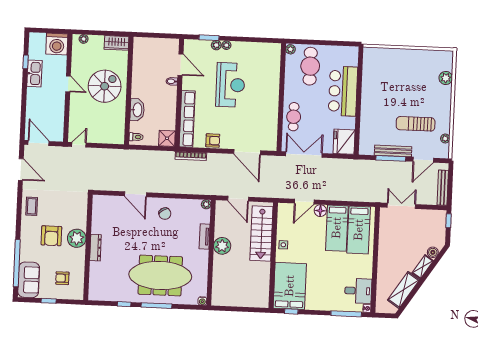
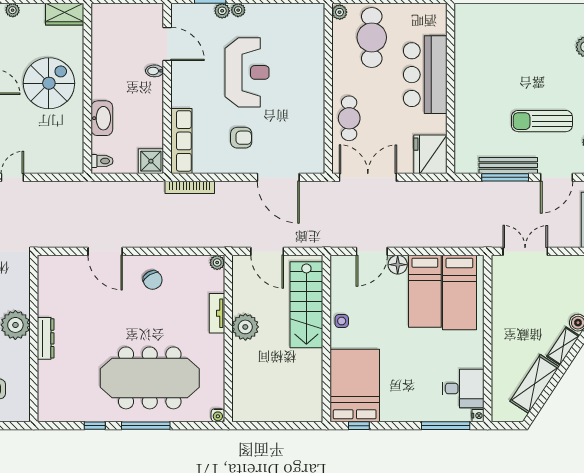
row of seats: (187, 119) -> (181, 141), width x0.73
armchair: (213, 141) -> (241, 138), moved

